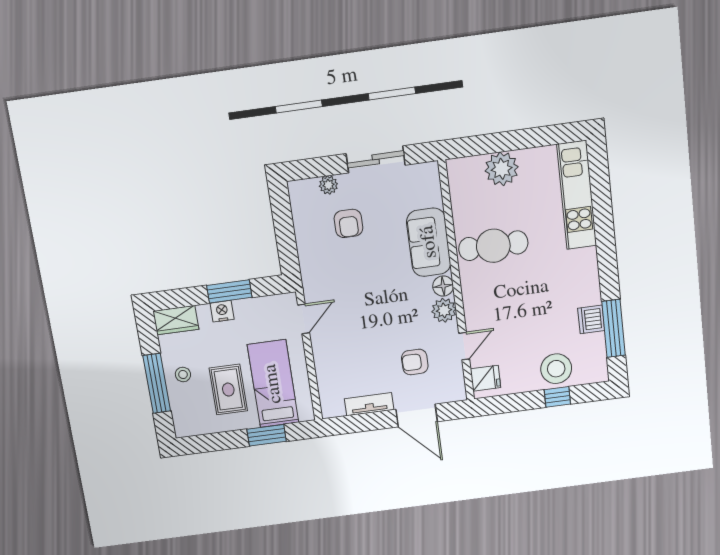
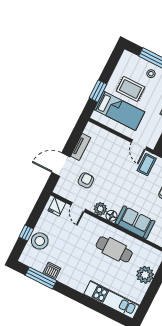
cafe table: (493, 246) -> (114, 249), turned 90
coffee table: (326, 286) -> (147, 164), added

